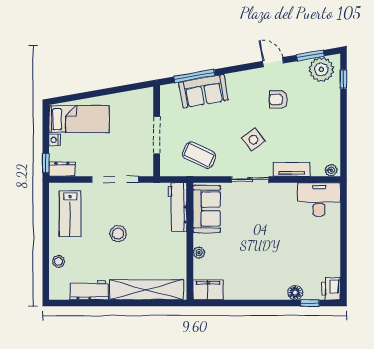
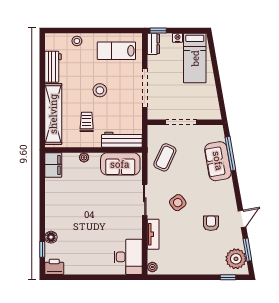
trolley: (156, 250) -> (87, 122), added

